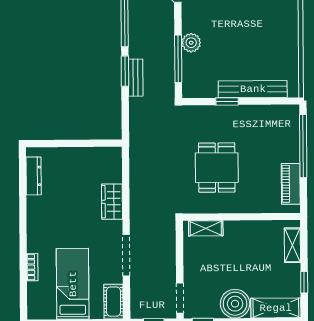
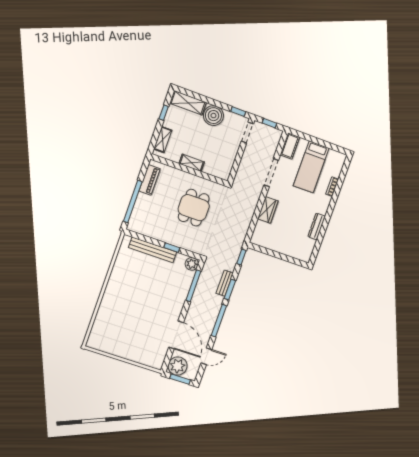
plant: (191, 43) -> (192, 264), moved
window: (125, 123) -> (241, 257), added
dresser: (34, 176) -> (317, 226), moved
shelving: (206, 228) -> (192, 163), moved

